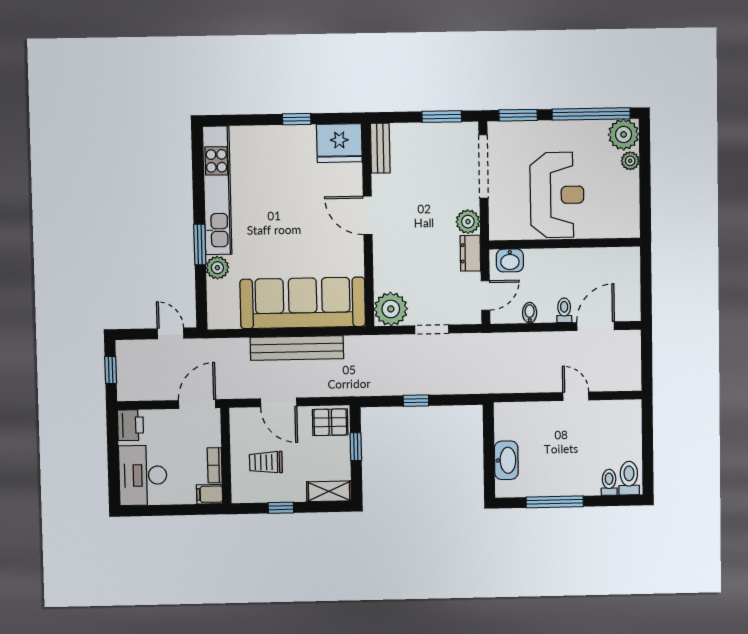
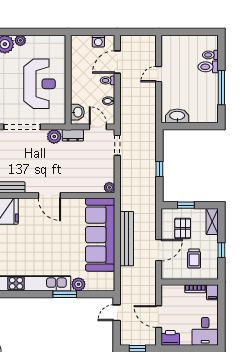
reception desk: (557, 195) -> (40, 84), turned 90
door: (368, 215) -> (49, 195), hinge flipped
washing machine: (631, 293) -> (98, 41), added
plant: (391, 309) -> (109, 187), width x0.53, depth x0.53
door: (596, 326) -> (117, 62), hinge flipped
doorway: (432, 329) -> (117, 145), moved
door: (197, 404) -> (159, 317), moved
pallet: (330, 422) -> (183, 228), moved
washbasin: (506, 460) -> (177, 116), moved
desk: (143, 475) -> (205, 331), width x0.73
toilet: (629, 478) -> (208, 67), moved

